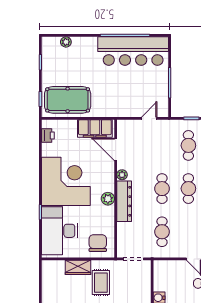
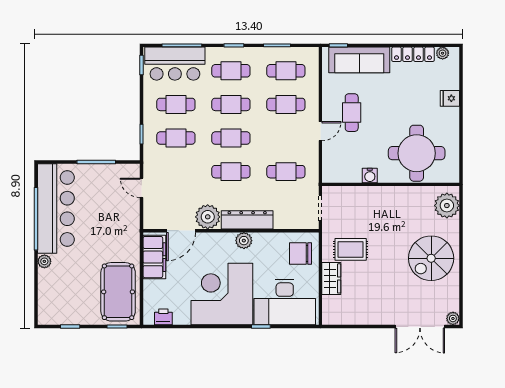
plant: (66, 42) -> (44, 261), moved
plant: (122, 175) -> (208, 217), width x1.87, depth x1.87

